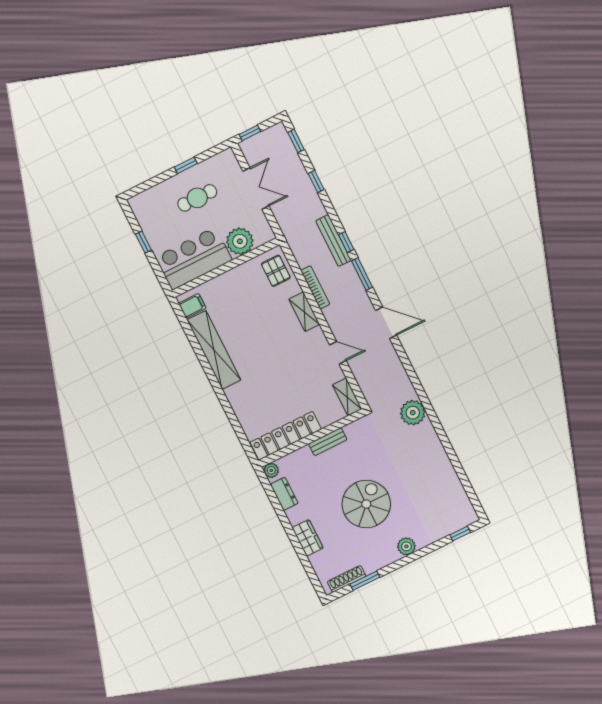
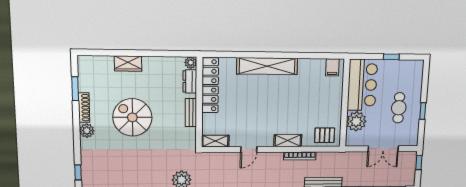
shelving: (214, 350) -> (267, 66), moved
dresser: (284, 494) -> (190, 81), moved, turned 90
spiral stairs: (366, 504) -> (132, 117), turned 180
shoe rack: (347, 579) -> (84, 108), moved

